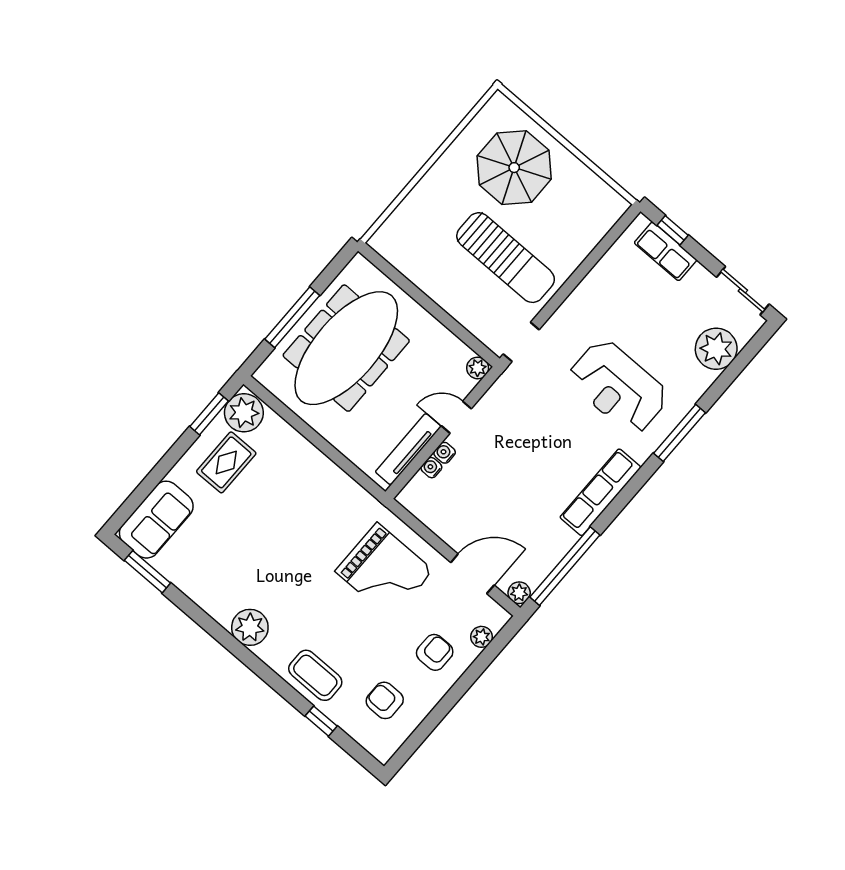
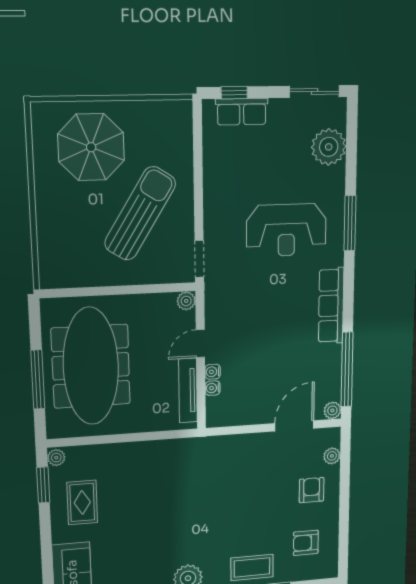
sun lounger: (506, 258) -> (140, 213), turned -58
plant: (244, 413) -> (56, 458), width x0.53, depth x0.53
grand piano: (384, 571) -> (239, 474), removed

